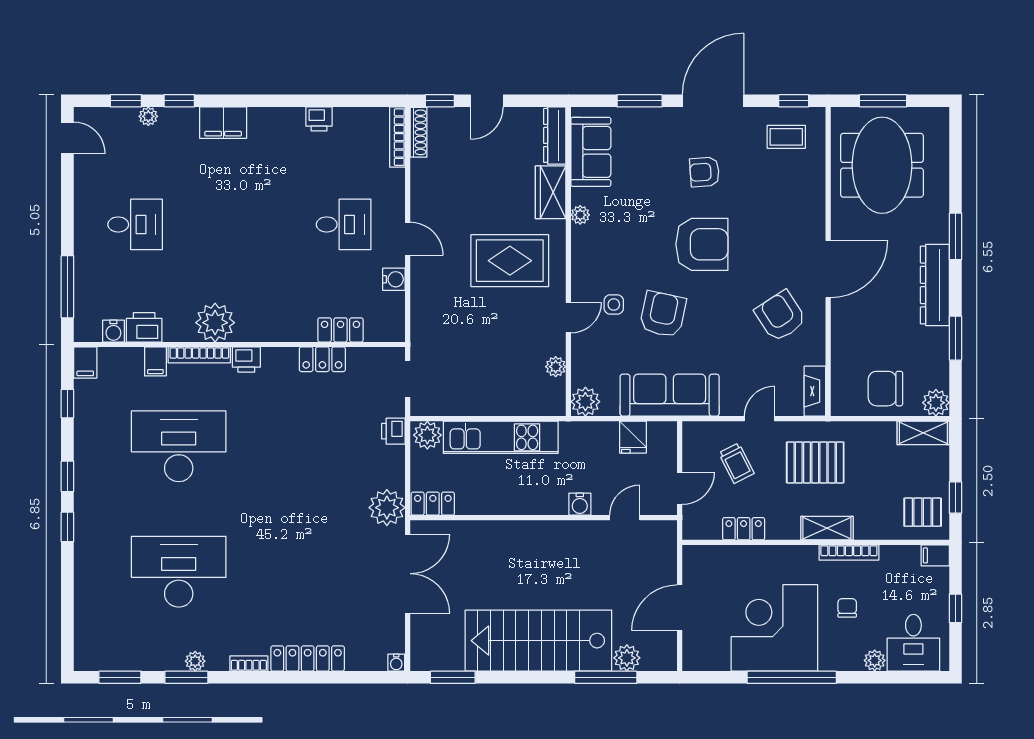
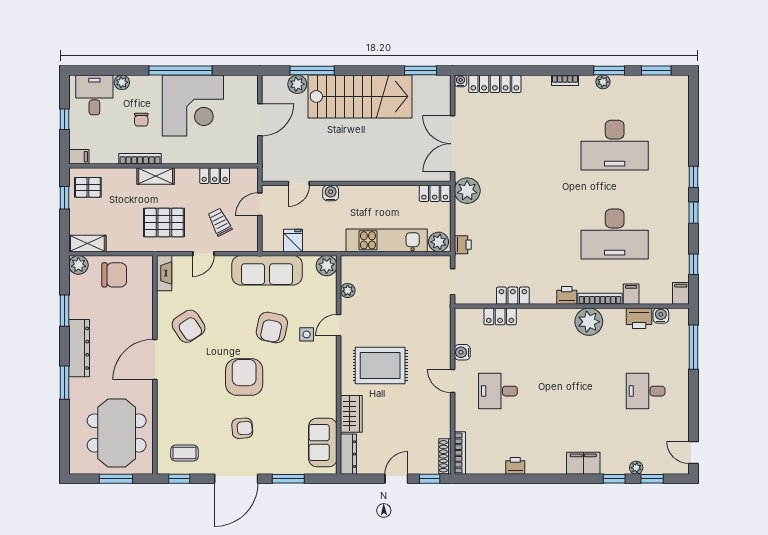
plant: (580, 215) -> (330, 398), removed
armchair: (702, 244) -> (244, 377), turned 90
locker: (308, 659) -> (495, 84), moved

